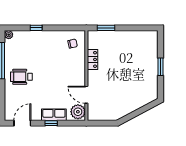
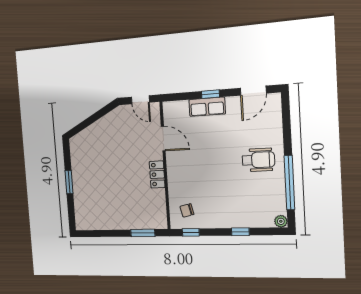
window: (71, 28) -> (191, 232), added
locker: (92, 59) -> (157, 174), moved
plant: (78, 112) -> (173, 114), removed
door: (101, 123) -> (140, 100), added

